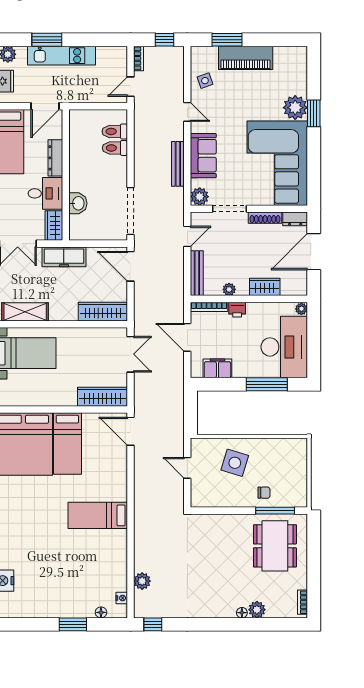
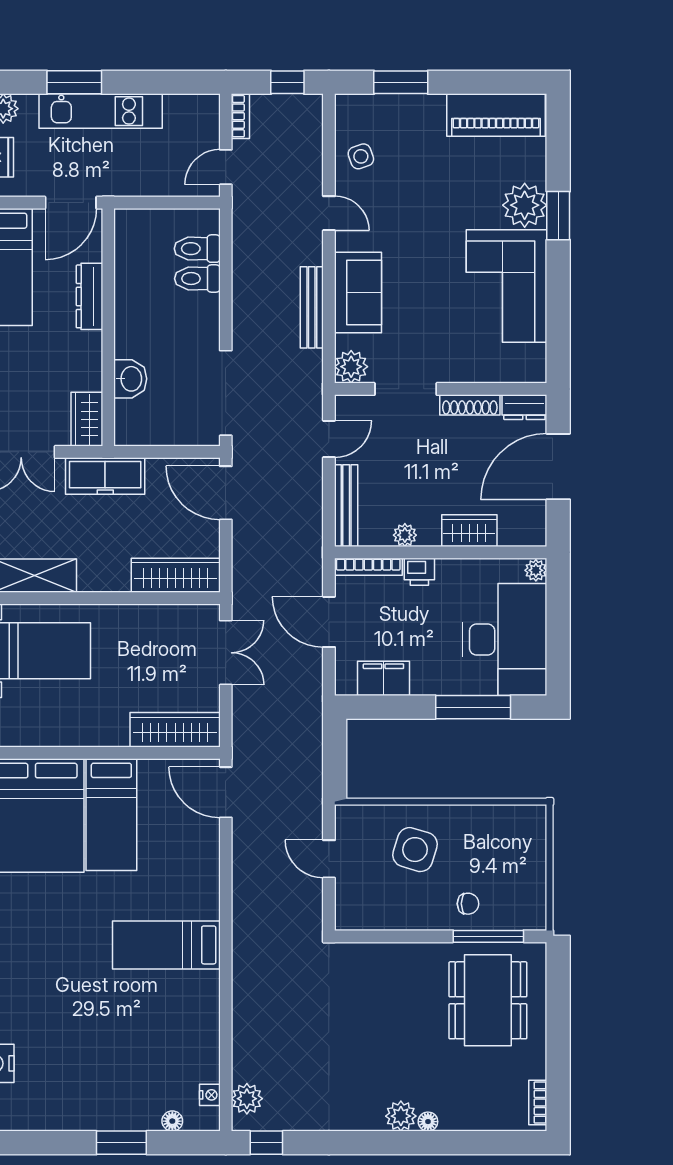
piano: (246, 58) -> (496, 115), moved
corner sofa: (277, 163) -> (507, 286), width x0.73, depth x0.74
desk: (45, 193) -> (71, 361), removed
plant: (142, 581) -> (247, 1099), moved
plant: (257, 610) -> (401, 1116), moved

